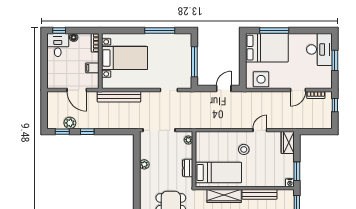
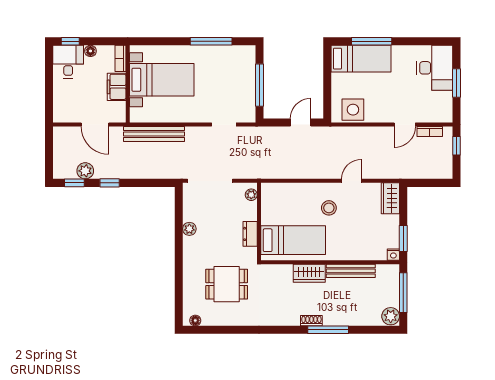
bed: (267, 48) -> (361, 59), width x0.67
filing cabinet: (92, 68) -> (117, 87), width x2.00
wardrobe: (224, 196) -> (309, 273), width x0.67

